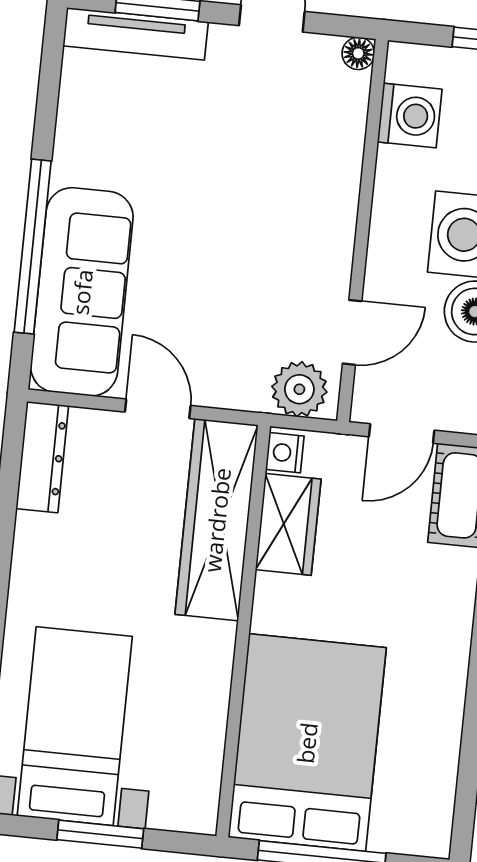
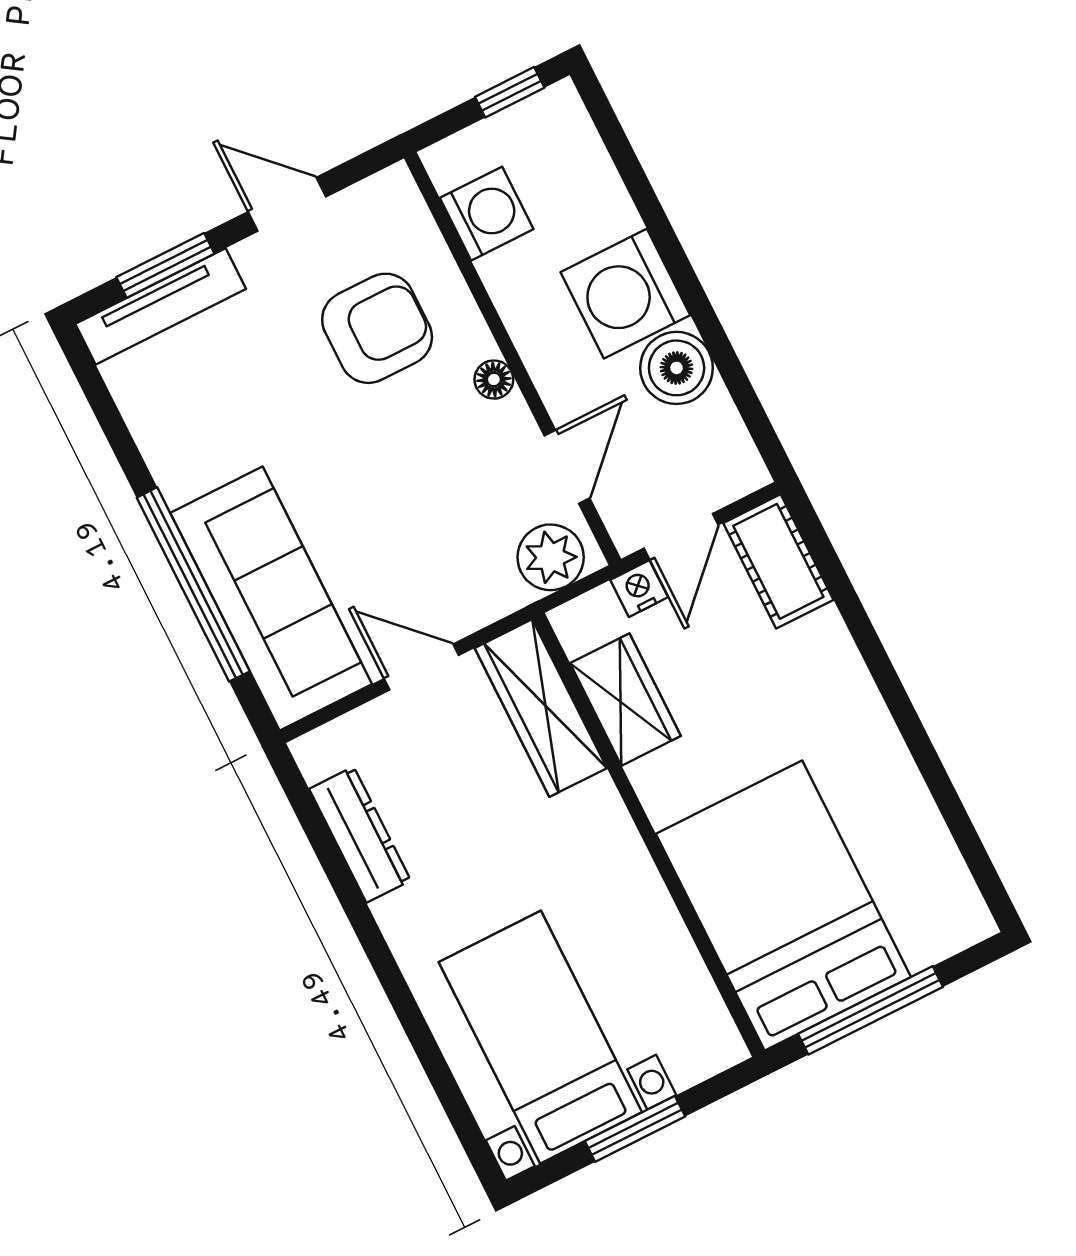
floor lamp: (358, 53) -> (494, 380), moved
armchair: (280, 148) -> (377, 328), added
nightstand: (285, 453) -> (639, 589), moved, turned 90
dresser: (42, 457) -> (360, 835), moved
wardrobe: (217, 520) -> (541, 708), width x0.71, depth x0.85

